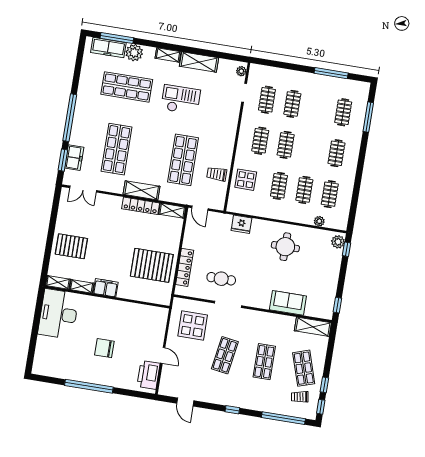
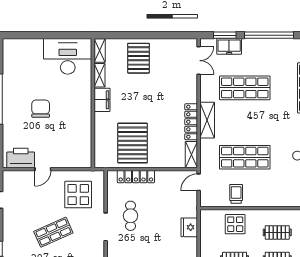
double door: (83, 189) -> (199, 61), swing flipped
shop shelf: (225, 355) -> (53, 232), turned -33

